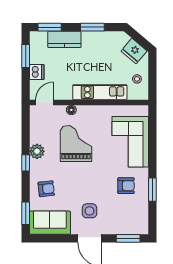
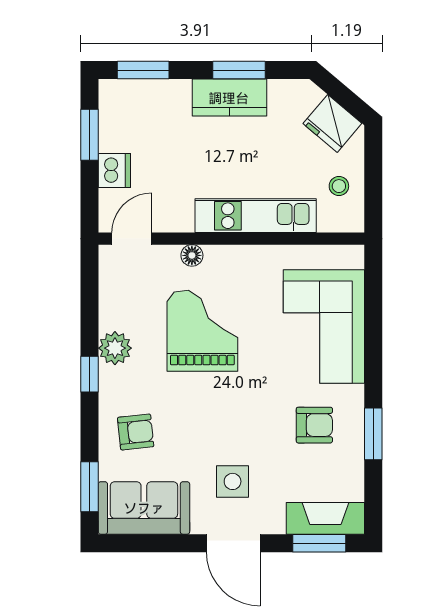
kitchen counter: (64, 39) -> (229, 98), moved
fireplace: (131, 227) -> (325, 518), added

